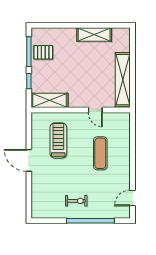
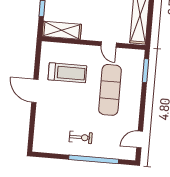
window: (133, 132) -> (146, 71), added
treadmill: (58, 140) -> (67, 73), turned 90
exercise mat: (100, 153) -> (110, 90), width x1.36, depth x1.45

